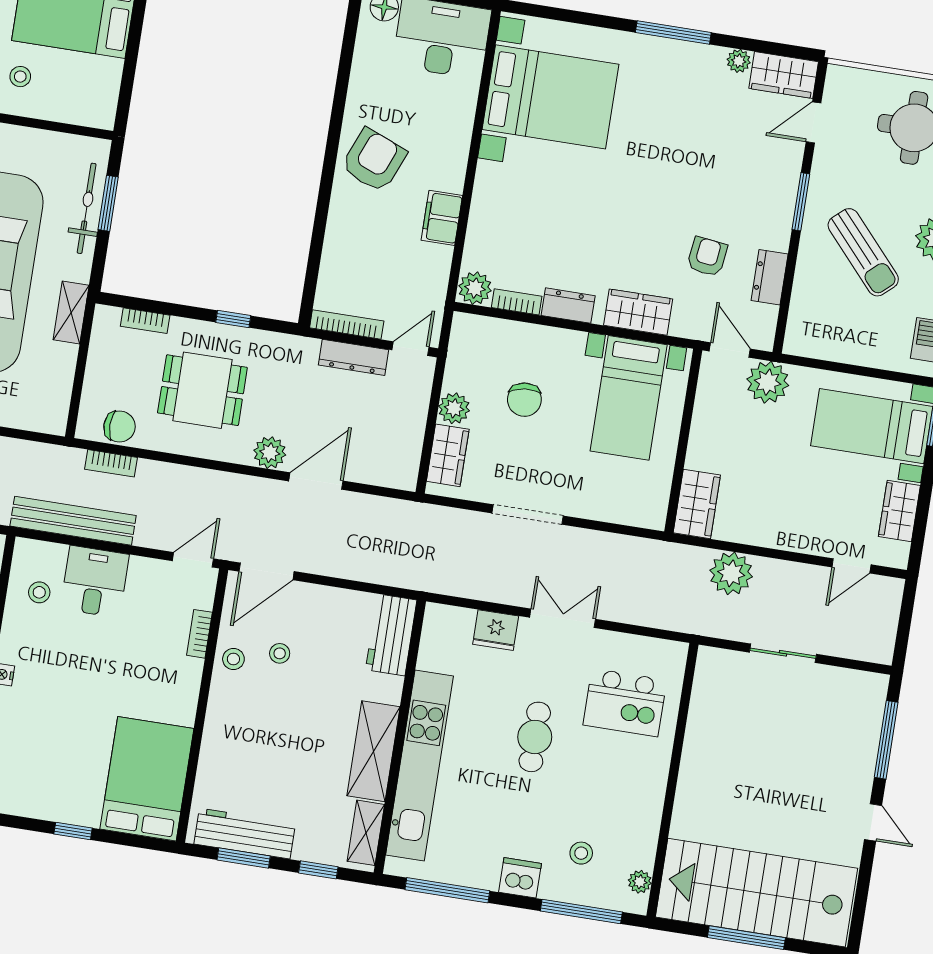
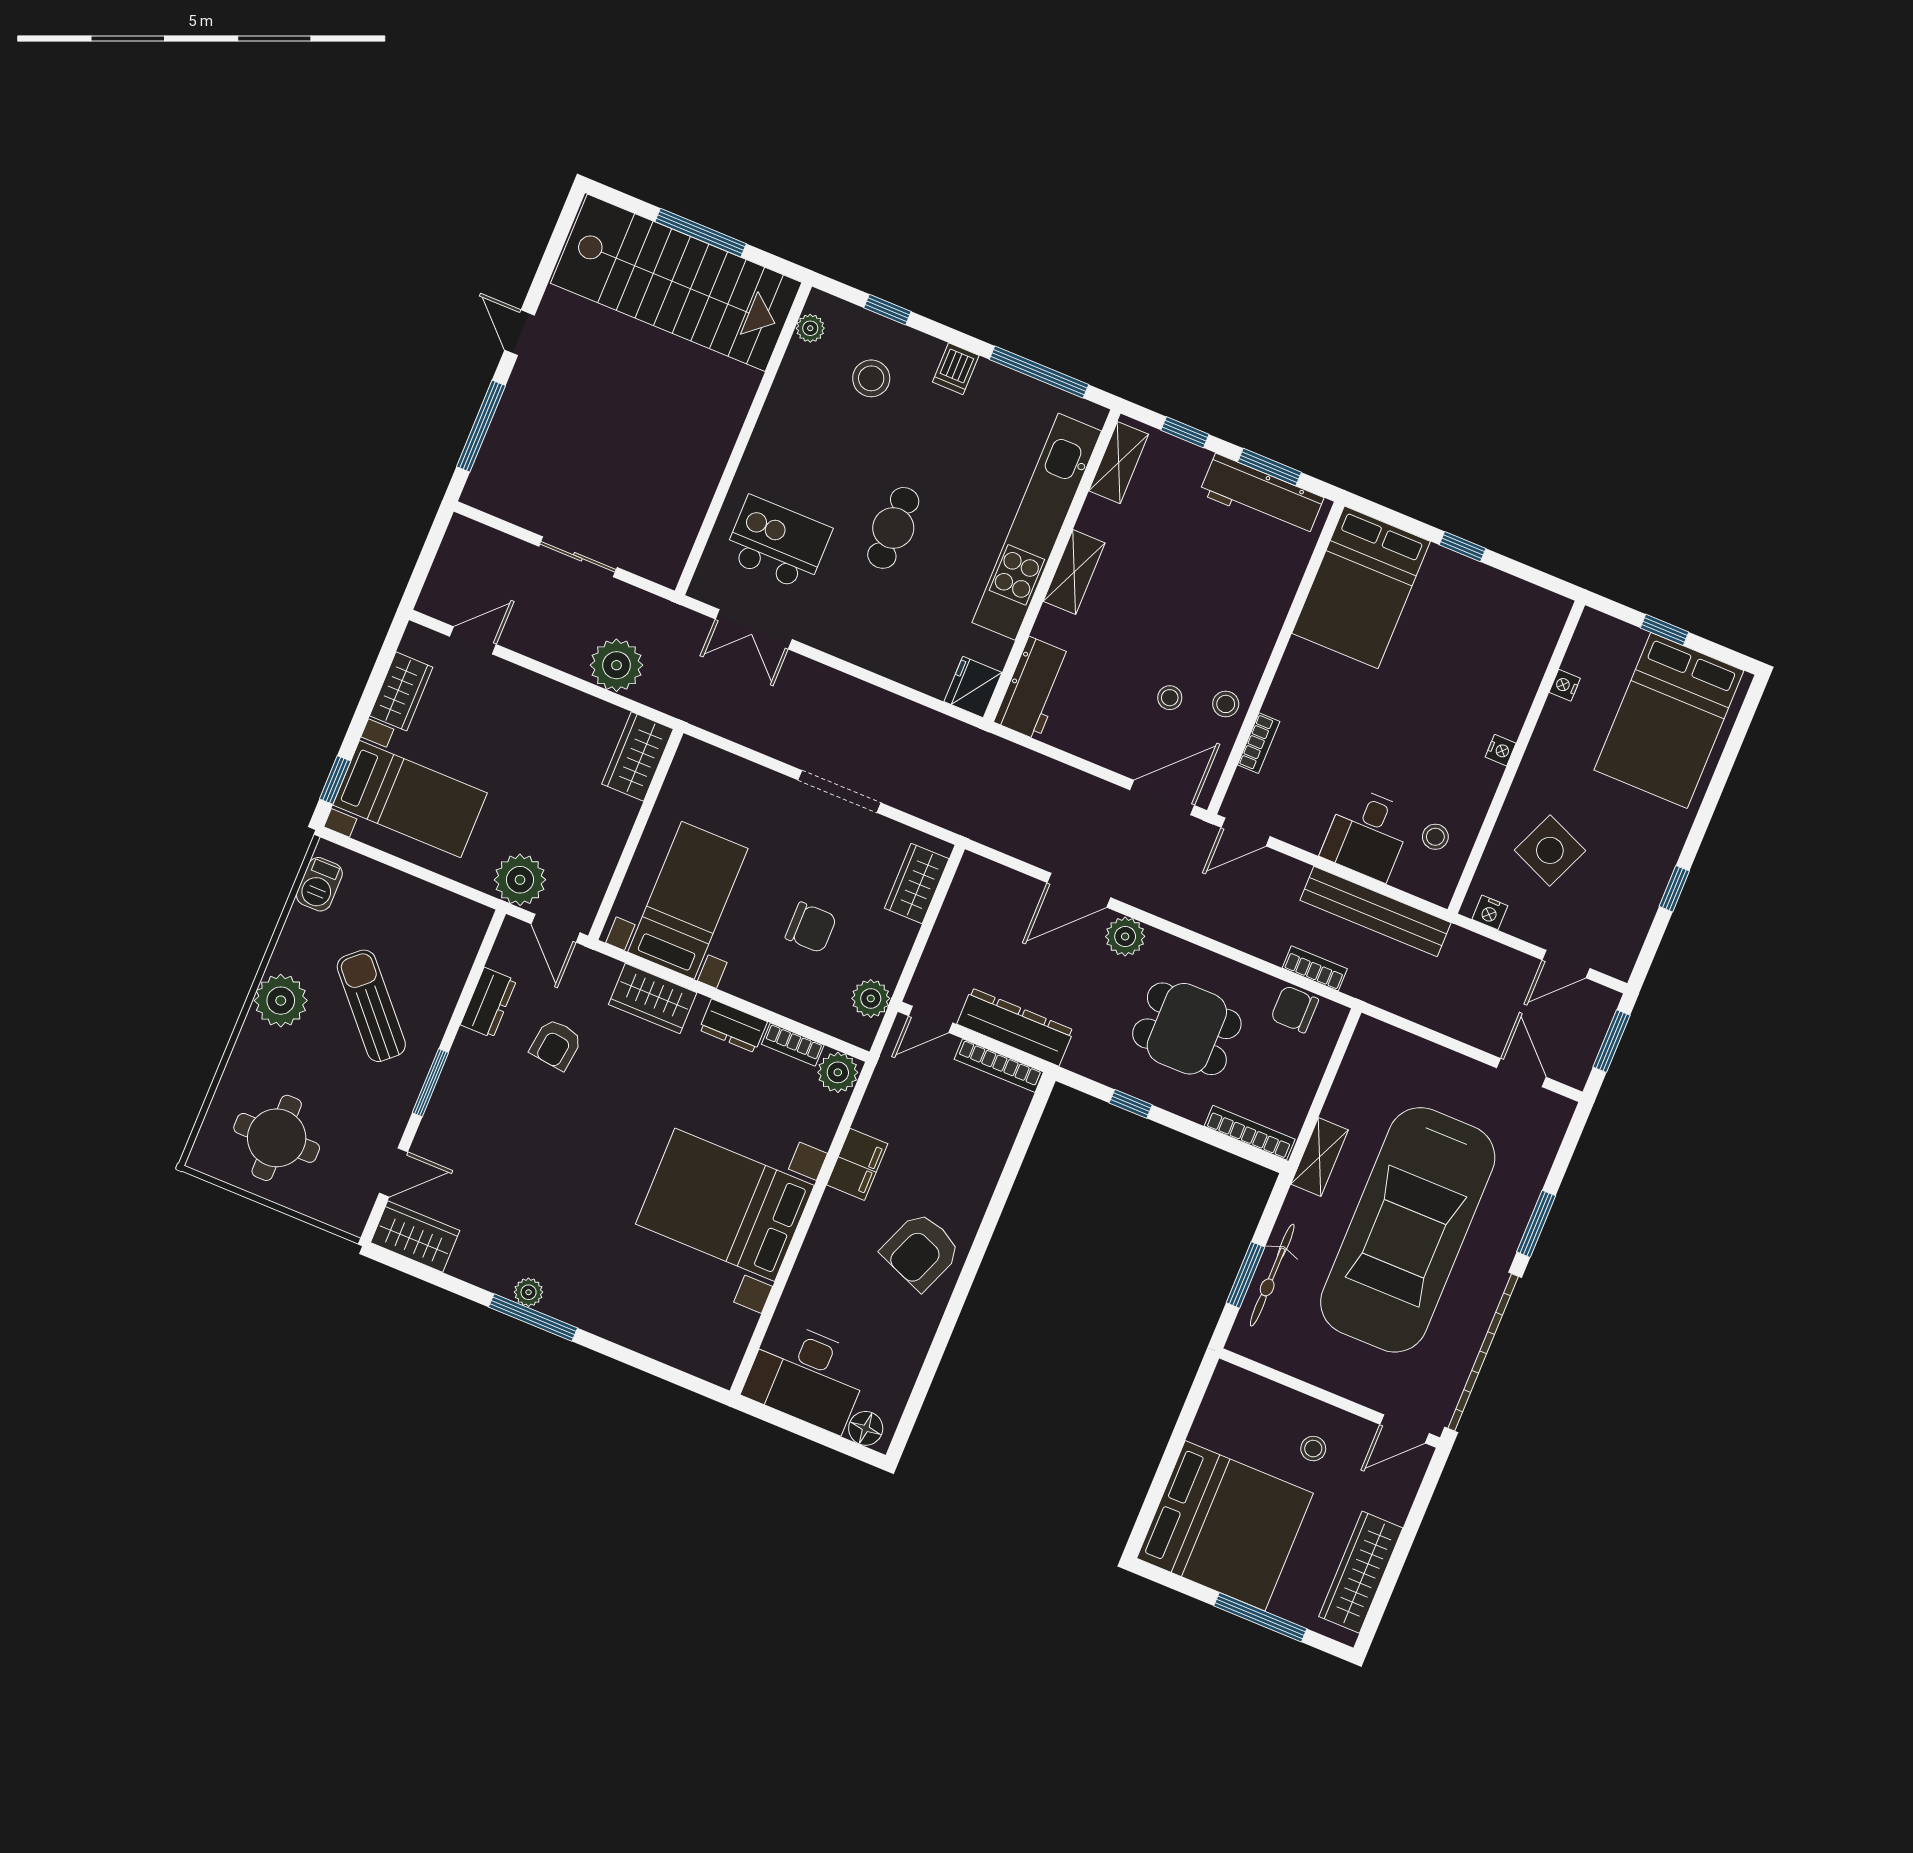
plant: (739, 61) -> (529, 1292), moved
bed with nightstands: (551, 97) -> (725, 1205), moved
bookcase: (145, 321) -> (1250, 1133), width x1.56
dresser: (353, 357) -> (1015, 1027), width x1.37, depth x1.24
chair: (524, 400) -> (811, 927), turned 97
plant: (454, 408) -> (871, 998), moved
double door: (563, 618) -> (754, 629), moved
fridge: (496, 630) -> (973, 687), moved, turned -90
shelving: (373, 751) -> (1074, 572), width x0.67, depth x0.75
stool: (581, 853) -> (871, 378), width x1.37, depth x1.37
dishwasher: (520, 878) -> (956, 369), width x0.73
window: (581, 912) -> (887, 310), width x0.46

